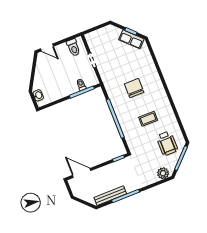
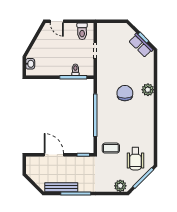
plant: (154, 77) -> (148, 90), added
coffee table: (148, 119) -> (111, 148), moved
door: (82, 173) -> (54, 155), moved

